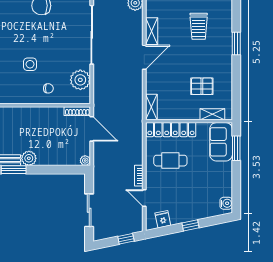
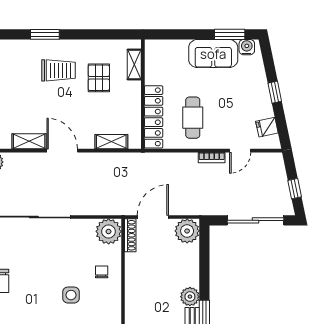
trolley: (199, 26) -> (58, 70), moved
plant: (80, 80) -> (109, 231), moved
shelving: (151, 107) -> (111, 142), moved
sofa: (221, 142) -> (213, 54), moved
window: (236, 148) -> (230, 34), moved
plant: (85, 161) -> (187, 231), width x1.87, depth x1.87
sliding door: (89, 210) -> (256, 220), width x1.37
window: (126, 239) -> (295, 189), moved

